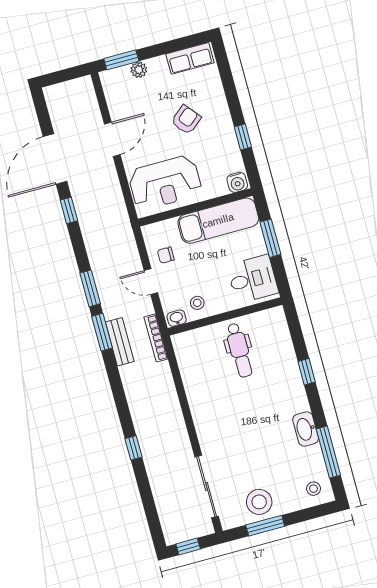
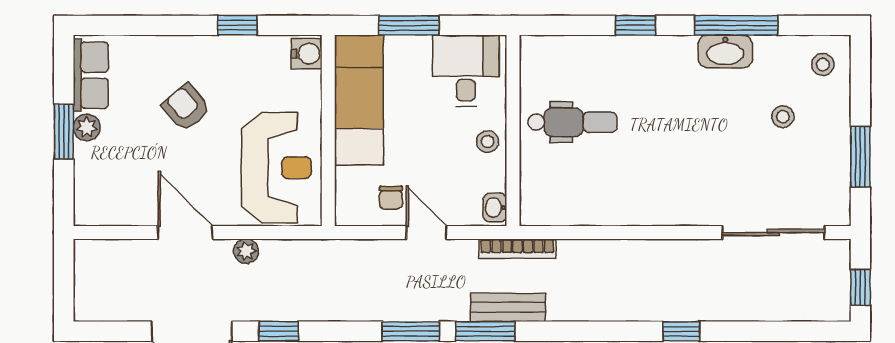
window: (121, 60) -> (64, 132), moved
plant: (139, 70) -> (87, 127), moved
plant: (111, 178) -> (246, 251), added
door: (151, 282) -> (426, 232), swing flipped
stool: (197, 303) -> (488, 141), moved
window: (328, 452) -> (736, 25), moved
stool: (259, 502) -> (783, 117), moved, width x0.53, depth x0.53

